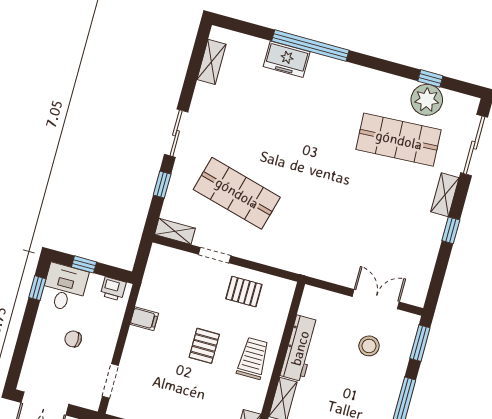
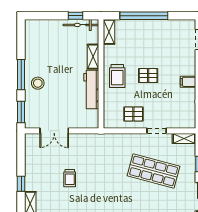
trolley: (372, 218) -> (70, 178), added
pallet: (204, 346) -> (148, 76), turned 90
stool: (369, 346) -> (38, 83), moved

